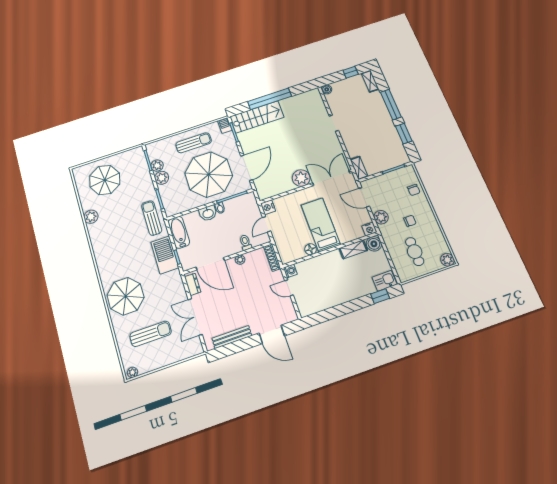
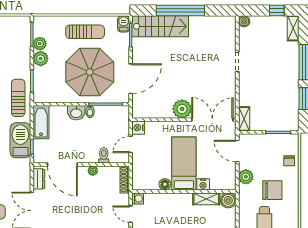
chair: (410, 221) -> (272, 190), width x1.87, depth x1.87
nightstand: (369, 229) -> (203, 184), moved

